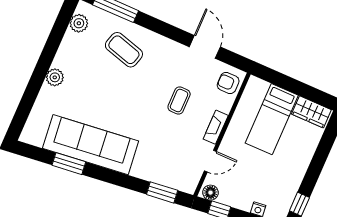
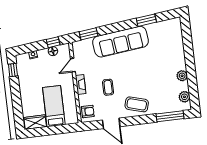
coffee table: (124, 50) -> (137, 104), moved
plant: (55, 77) -> (182, 76), moved
sofa: (91, 145) -> (120, 42), moved
floor lamp: (211, 193) -> (53, 51), moved

